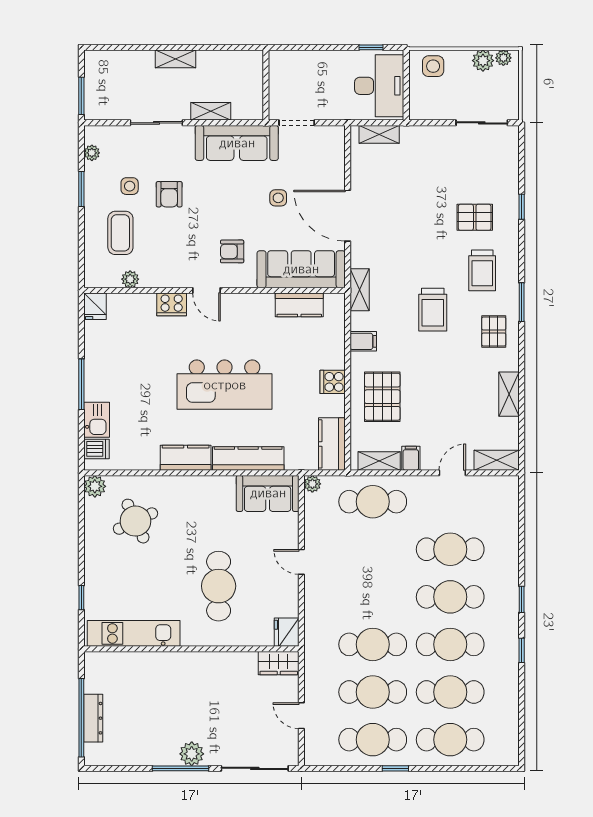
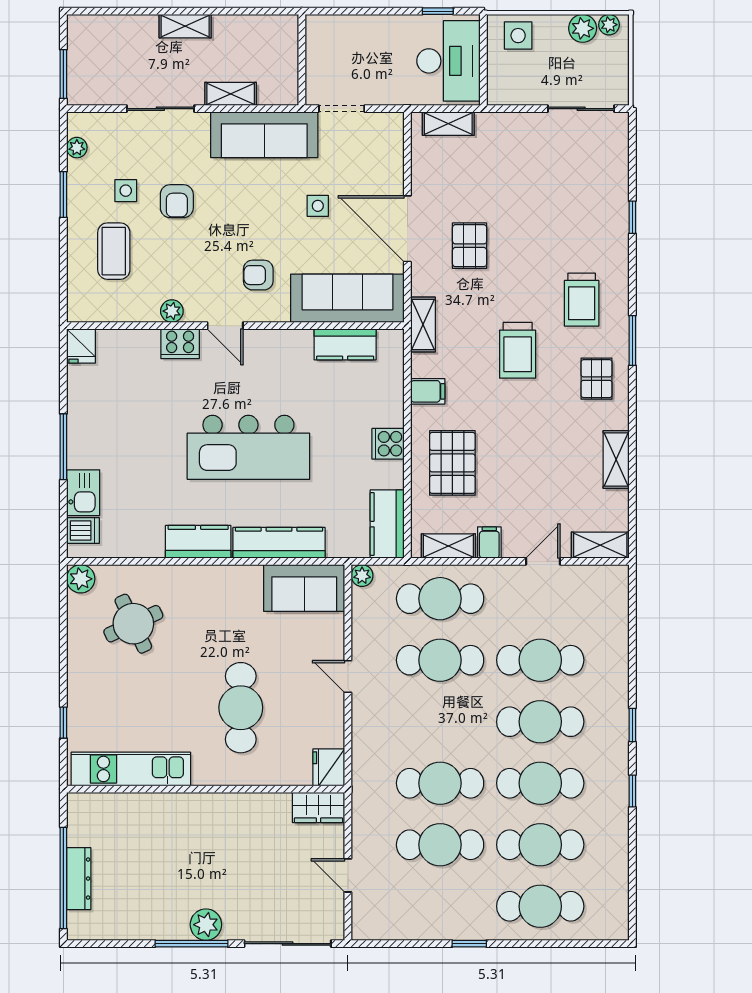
pallet: (475, 217) -> (470, 246), moved, turned 90
plant: (130, 279) -> (172, 311), moved
cafe table: (373, 740) -> (440, 660), moved

